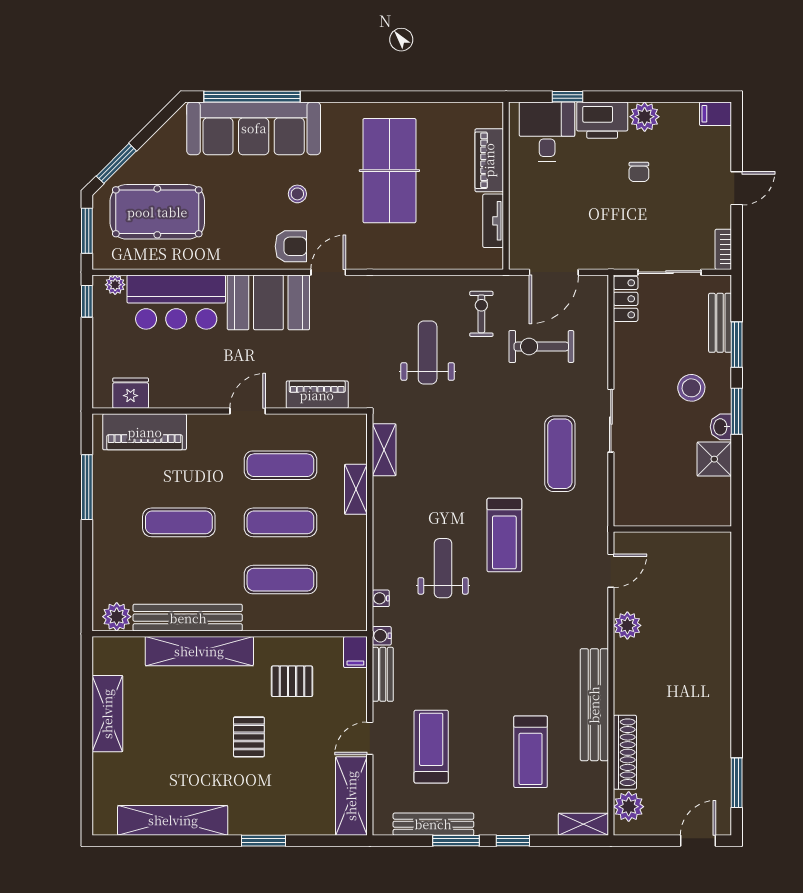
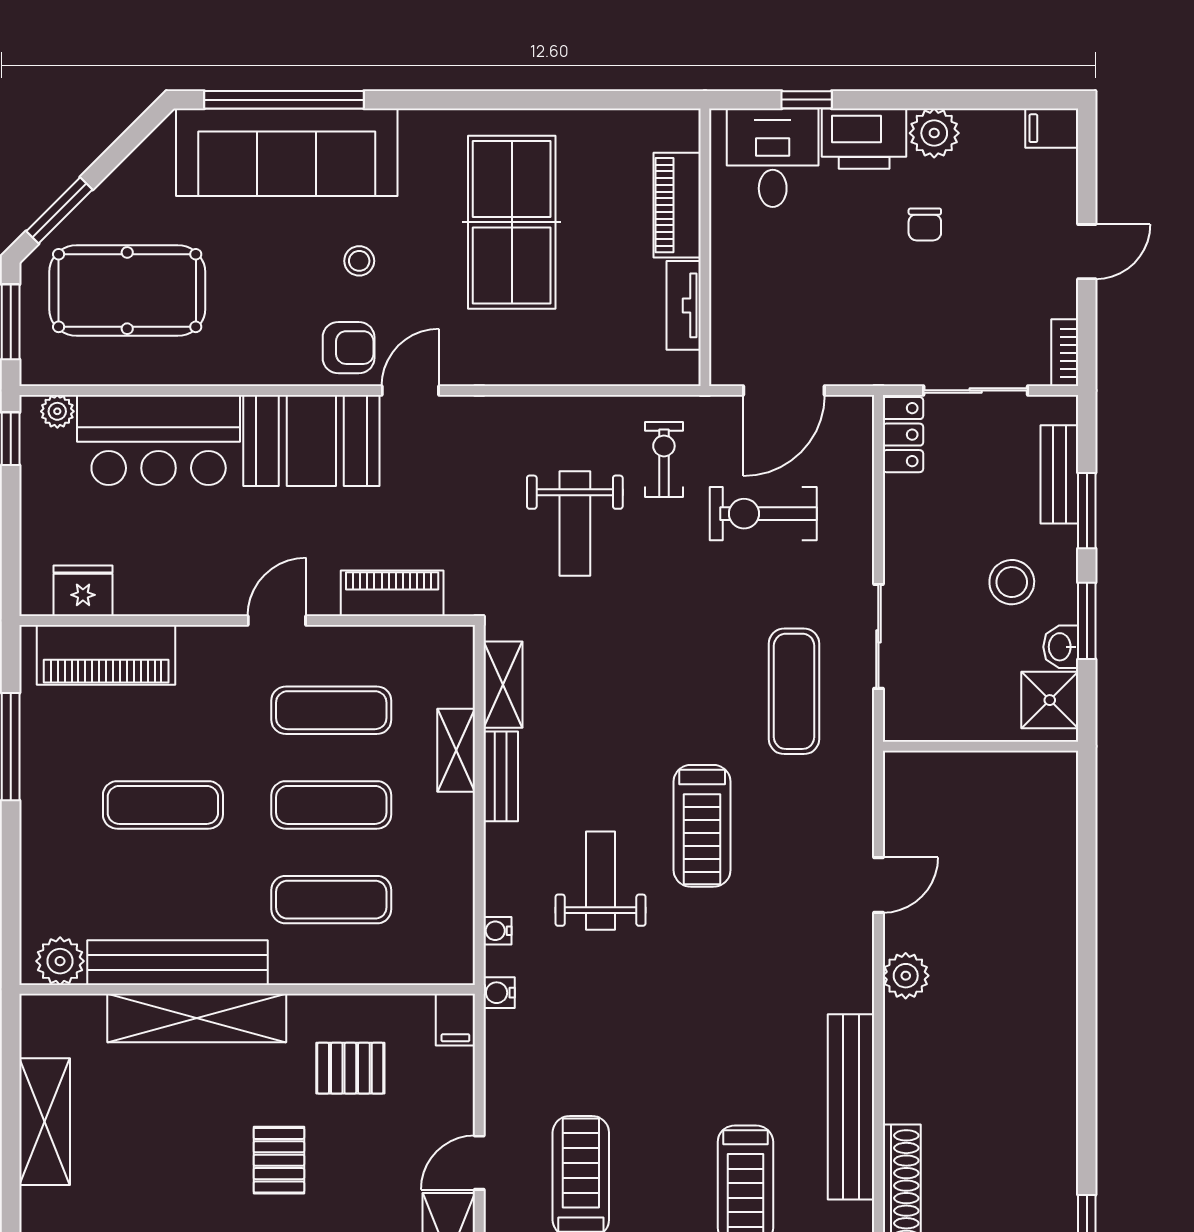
weight bench: (428, 353) -> (575, 524), turned 180
wall: (672, 529) -> (980, 746), moved
bench: (383, 674) -> (501, 776), moved

